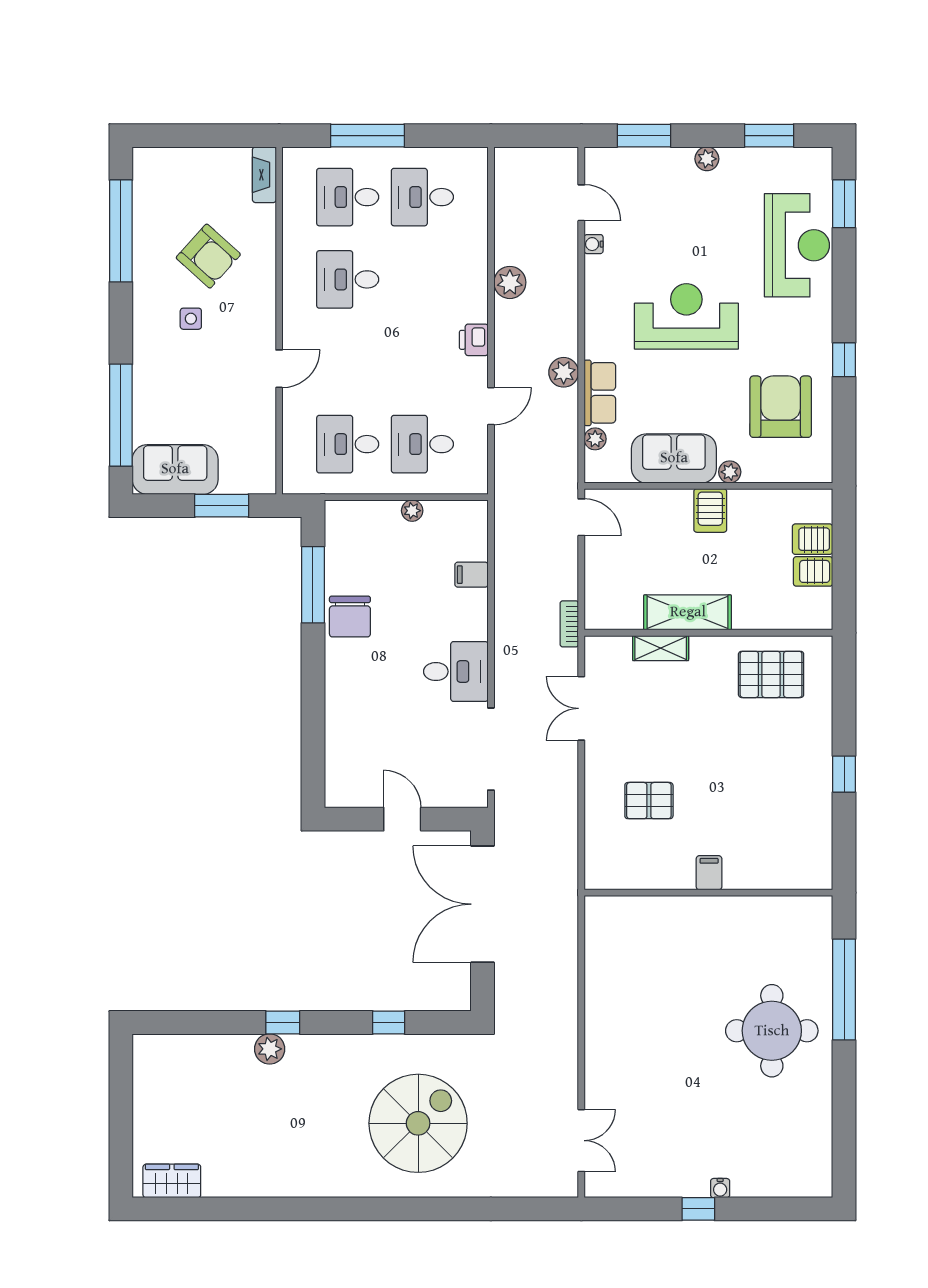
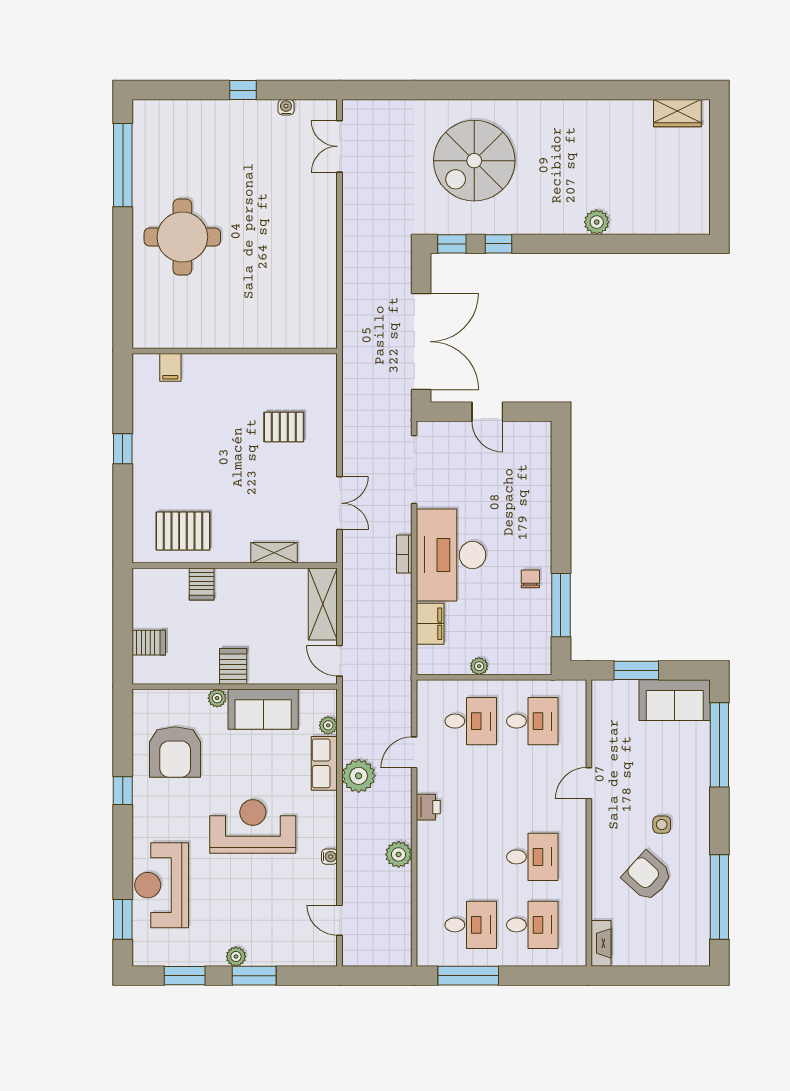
window: (367, 136) -> (468, 976), moved
window: (644, 136) -> (254, 976), moved
water cooler: (594, 244) -> (329, 857), moved
reception desk: (686, 316) -> (253, 827), turned 180
plant: (564, 372) -> (359, 776), width x1.36, depth x1.36
server rack: (813, 571) -> (202, 584), moved, turned 90
filing cabinet: (471, 575) -> (430, 624), width x2.00
shelving: (688, 612) -> (323, 604), moved, turned 90
chair: (350, 617) -> (530, 579), width x0.54, depth x0.54
bookcase: (569, 624) -> (404, 554), moved, turned 180
desk: (456, 672) -> (451, 555), width x1.87, depth x1.30
filing cabinet: (709, 873) -> (170, 367), moved
window: (844, 990) -> (123, 165), moved
window: (283, 1023) -> (452, 244), moved
water cooler: (720, 1188) -> (286, 107), moved

